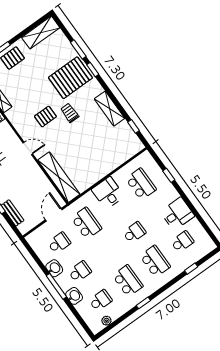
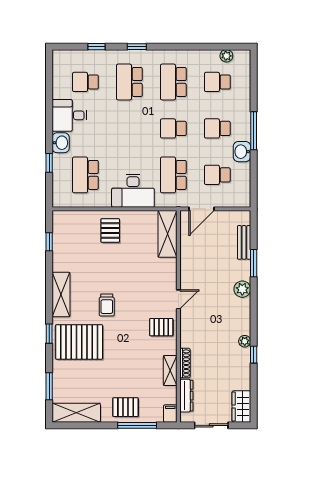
window: (78, 49) -> (49, 386), moved
shelving: (110, 109) -> (61, 295), moved
pallet: (45, 116) -> (161, 327), moved
door: (28, 148) -> (178, 299), swing flipped
pallet: (101, 161) -> (110, 231), added
shelving: (59, 177) -> (167, 234), width x0.68
desk: (108, 193) -> (133, 191), width x1.37
school desk: (134, 232) -> (173, 128), moved
washbasin: (74, 296) -> (61, 143), moved, turned 180
window: (143, 303) -> (137, 47), moved

